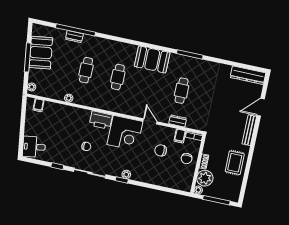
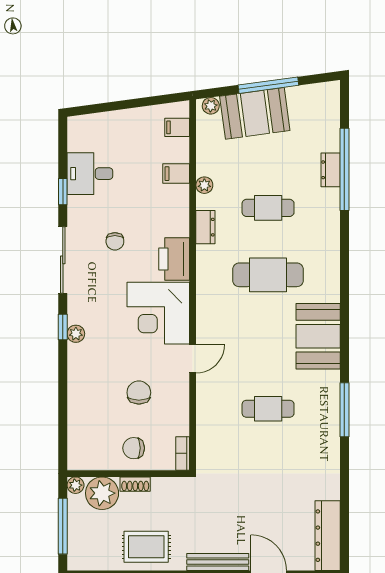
booth: (41, 53) -> (255, 113), moved
cafe table: (118, 77) -> (268, 275), width x1.37, depth x1.35
dresser: (178, 121) -> (205, 227), moved
filing cabinet: (180, 136) -> (176, 174), moved
desk: (34, 147) -> (90, 174), moved, turned -82

